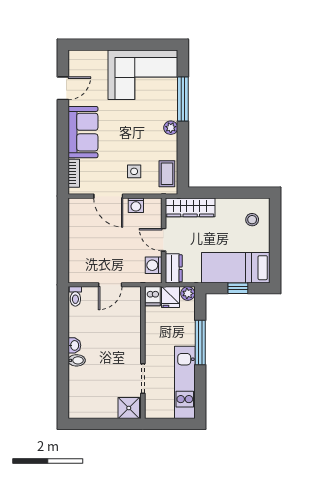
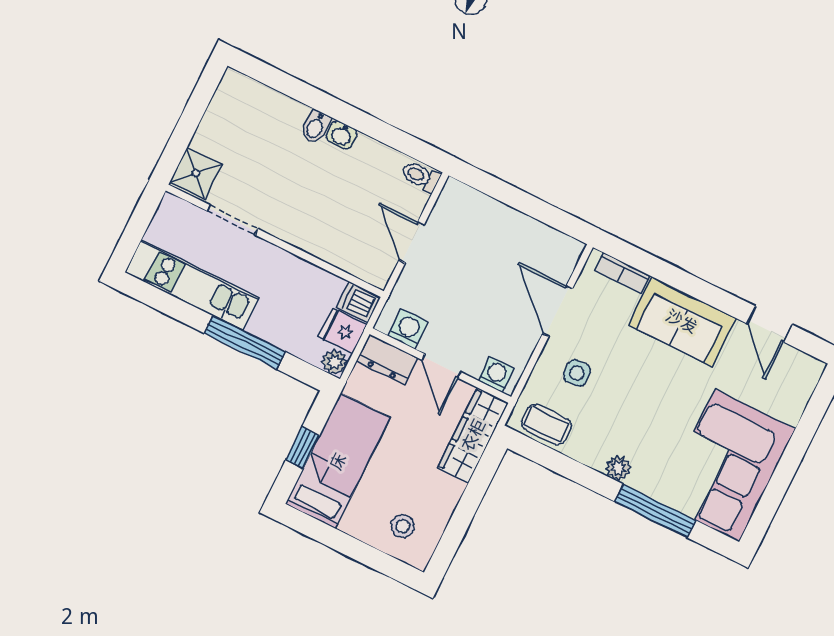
door: (108, 196) -> (558, 311), hinge flipped
washing machine: (136, 205) -> (496, 374), moved, turned 90
door: (164, 240) -> (441, 366), swing flipped

